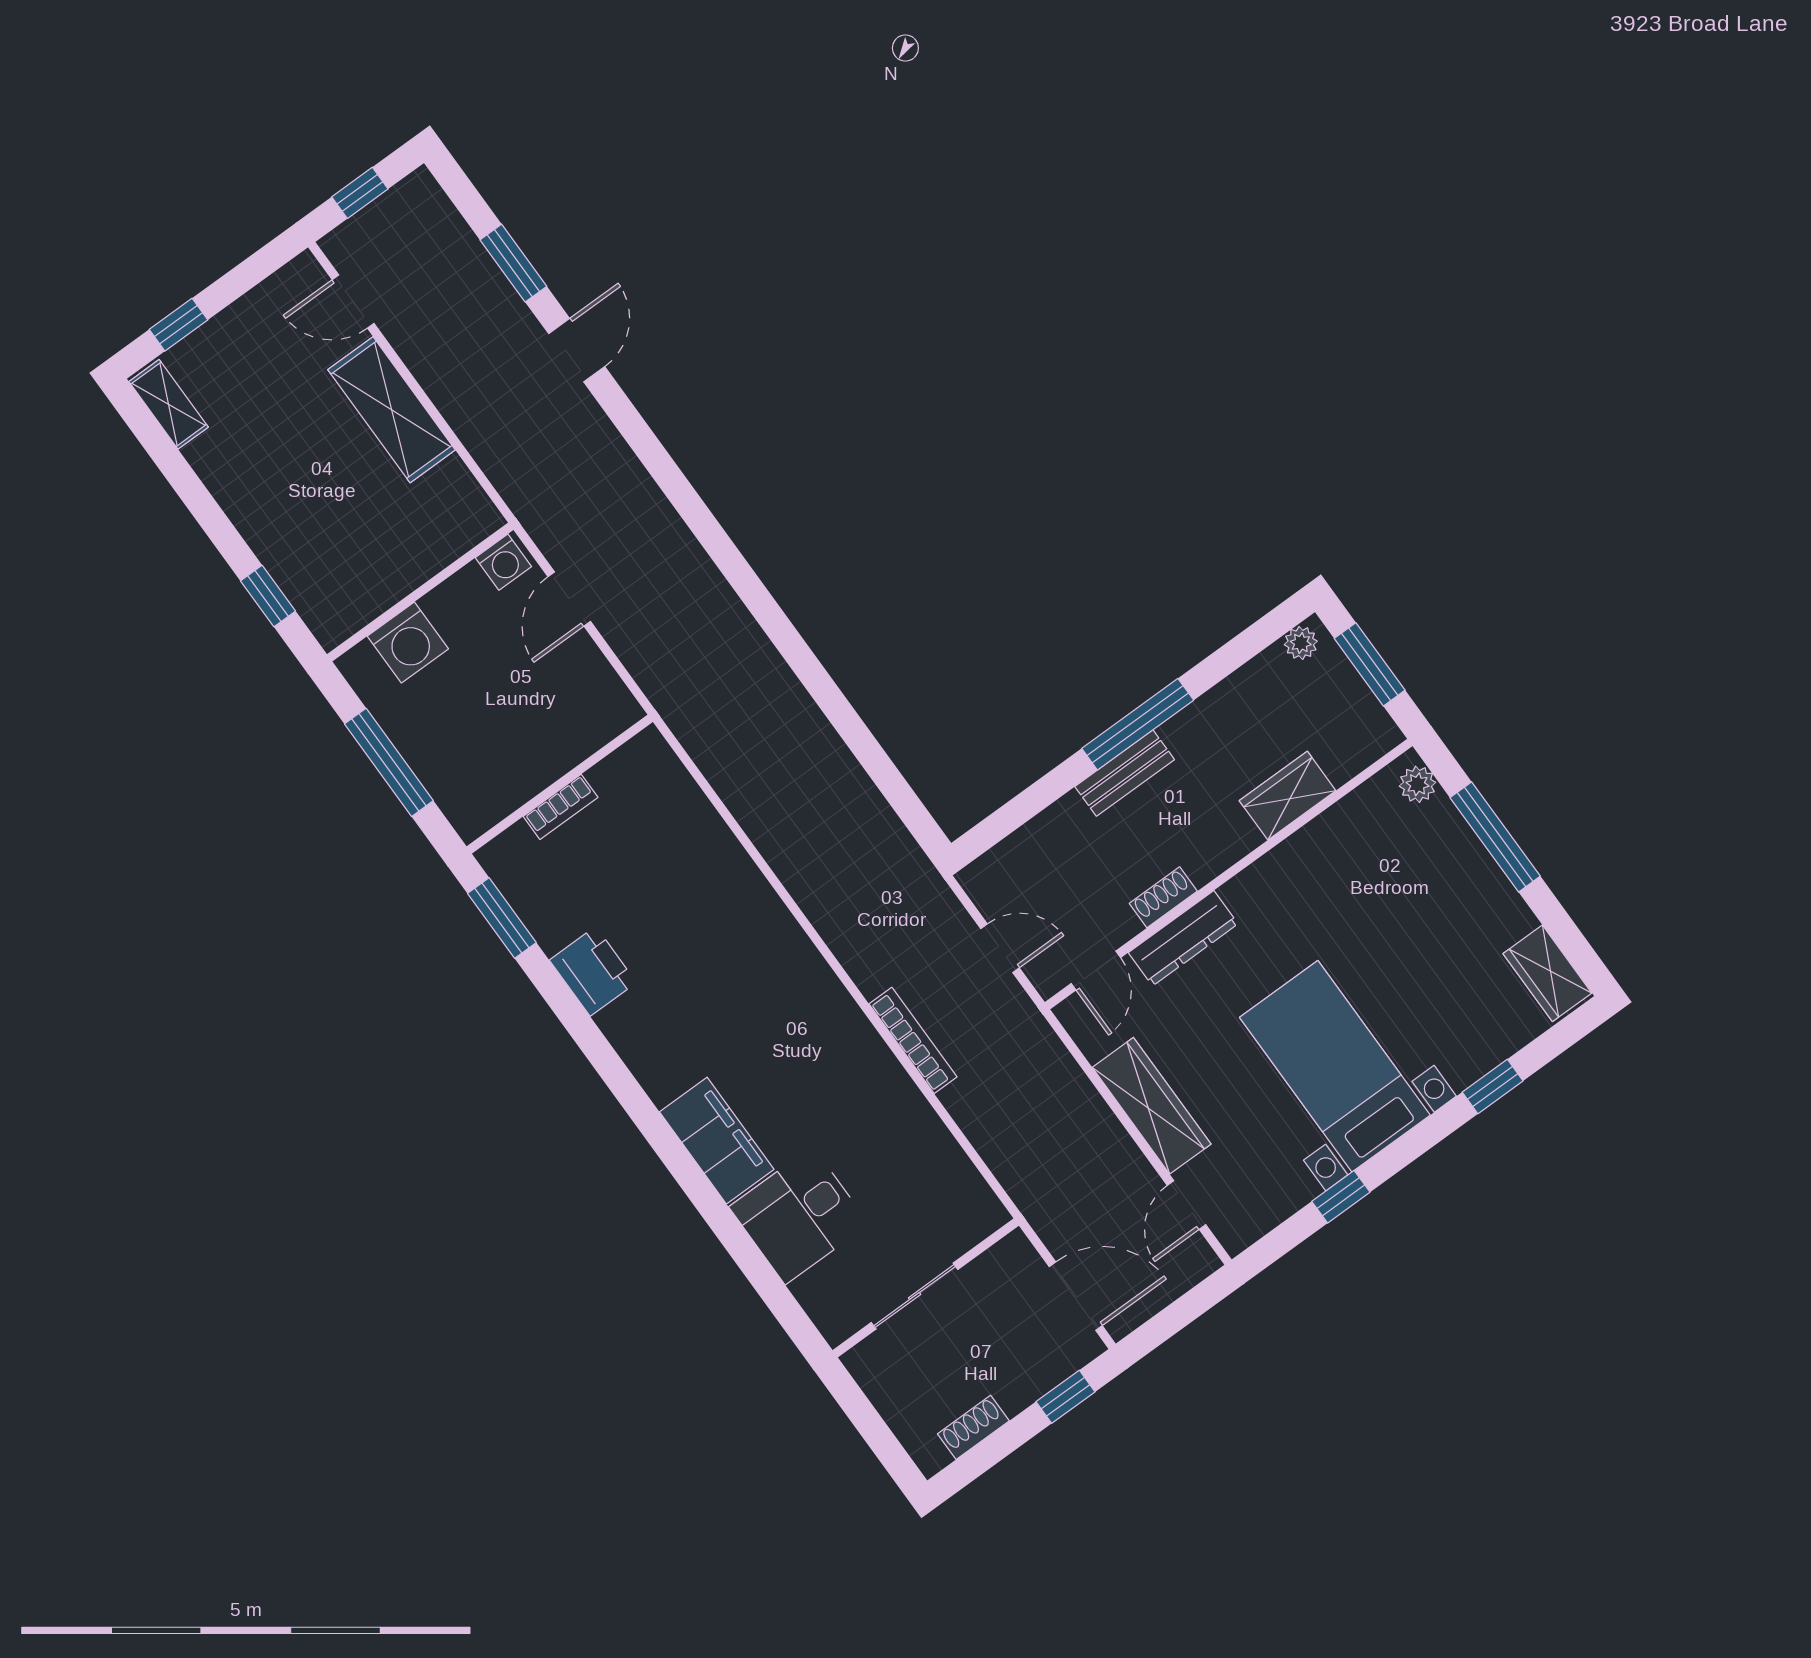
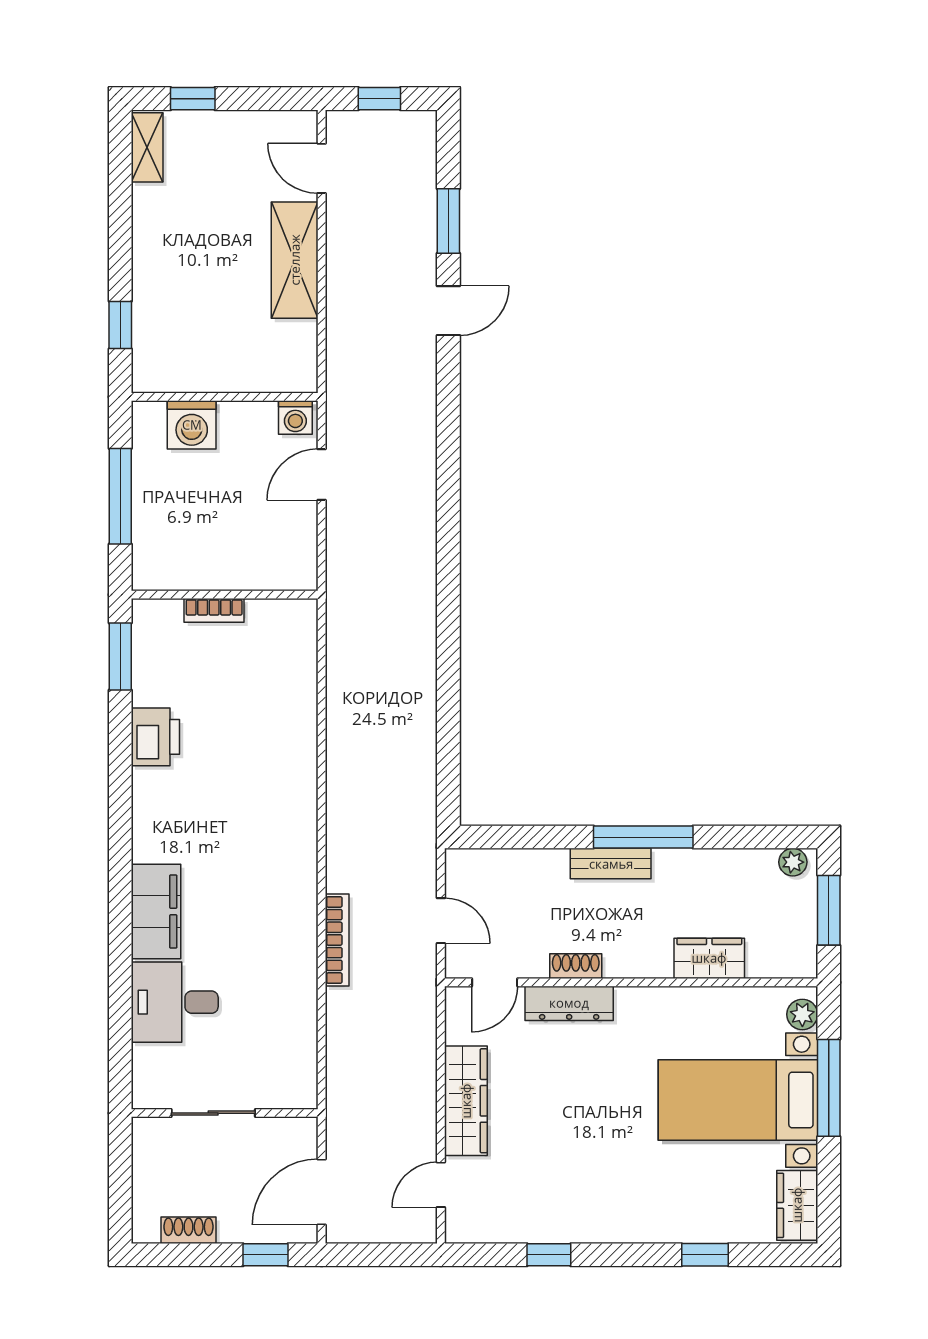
bed with nightstands: (1335, 1066) -> (738, 1100), moved, turned -90
door: (1076, 1296) -> (322, 1192), swing flipped

